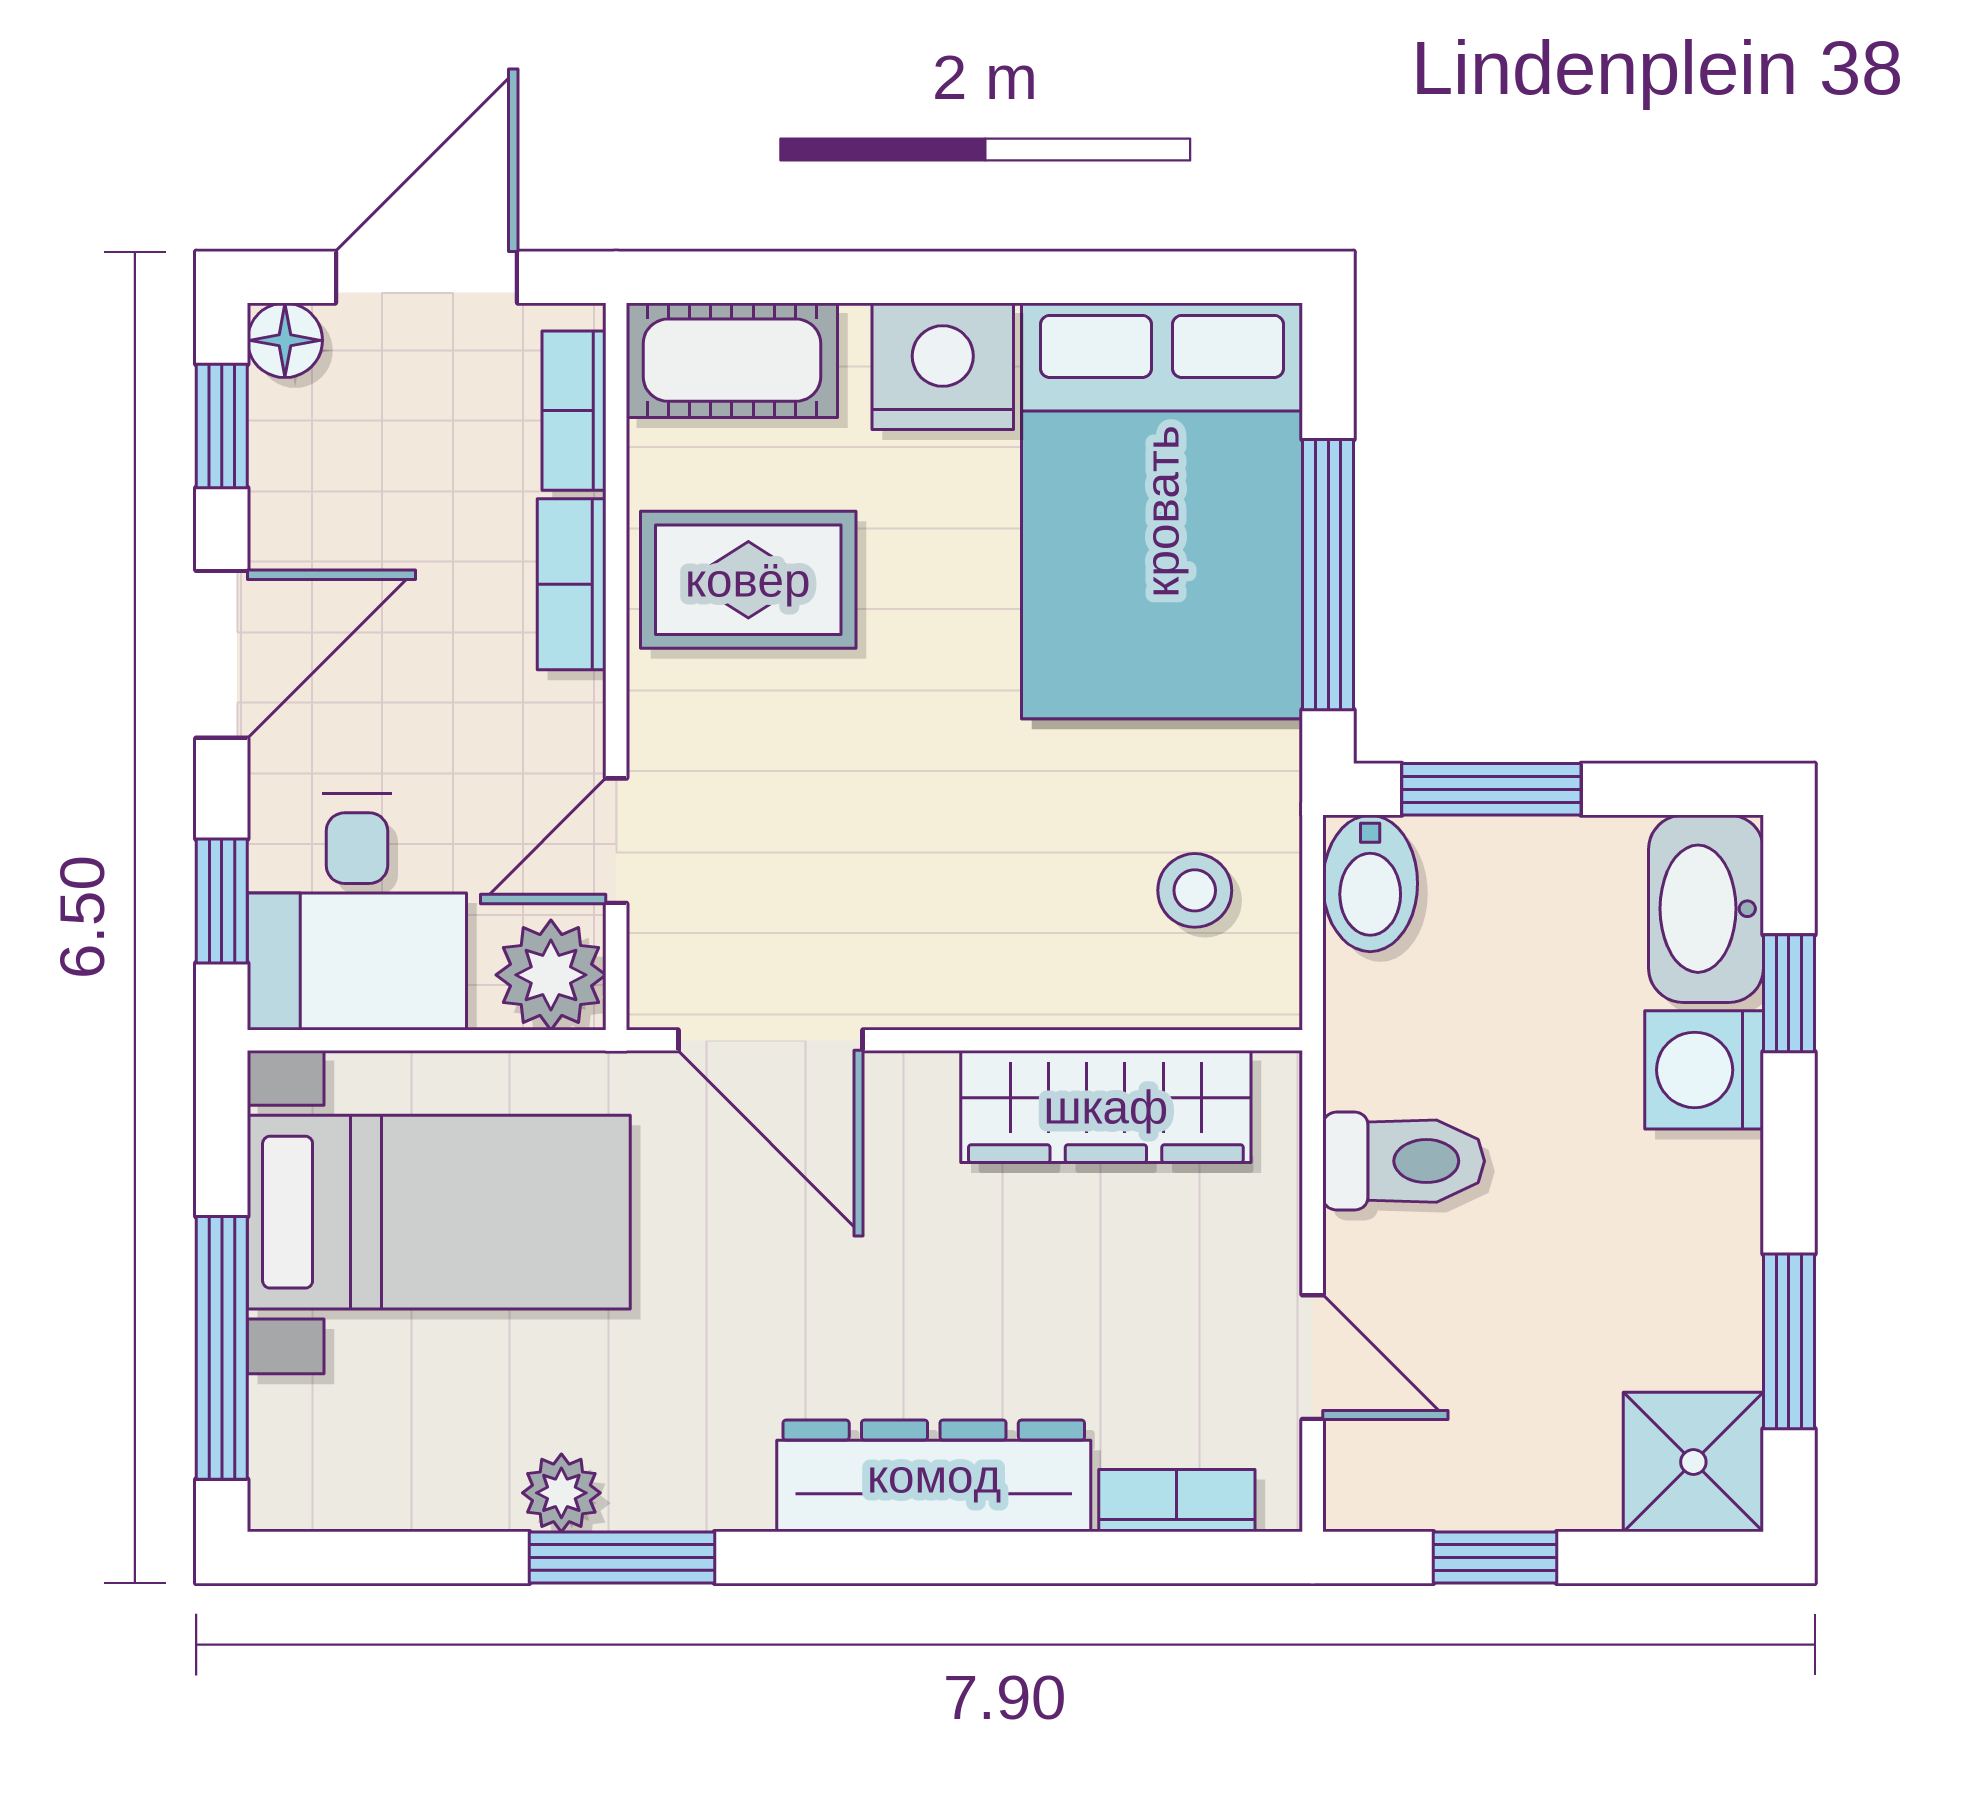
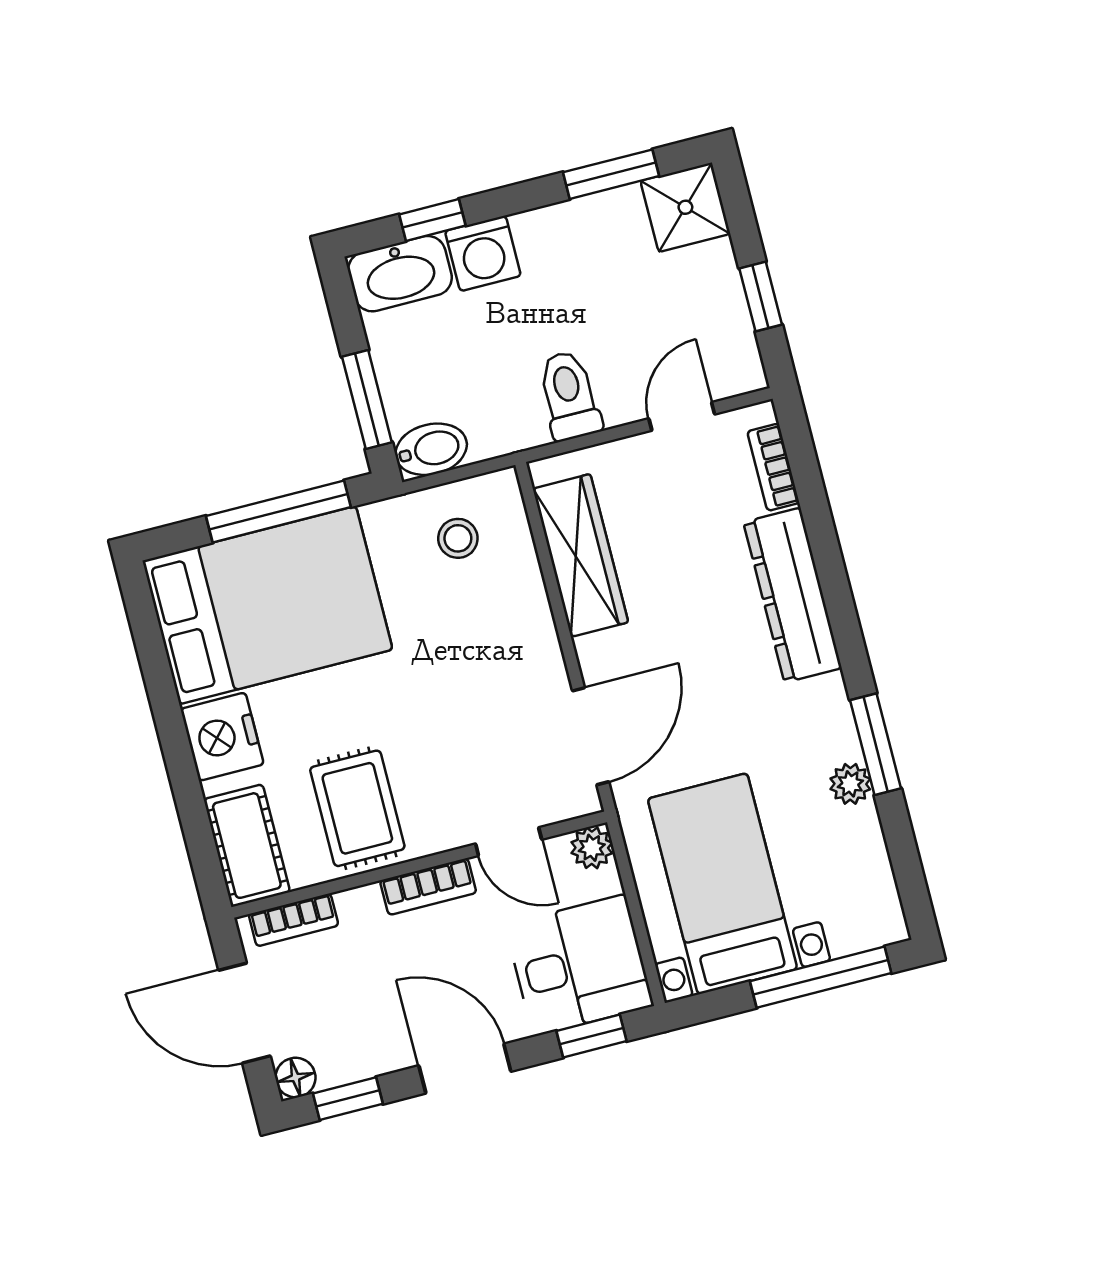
bookcase: (572, 584) -> (428, 887), moved
plant: (551, 975) -> (592, 848), width x0.73, depth x0.73

